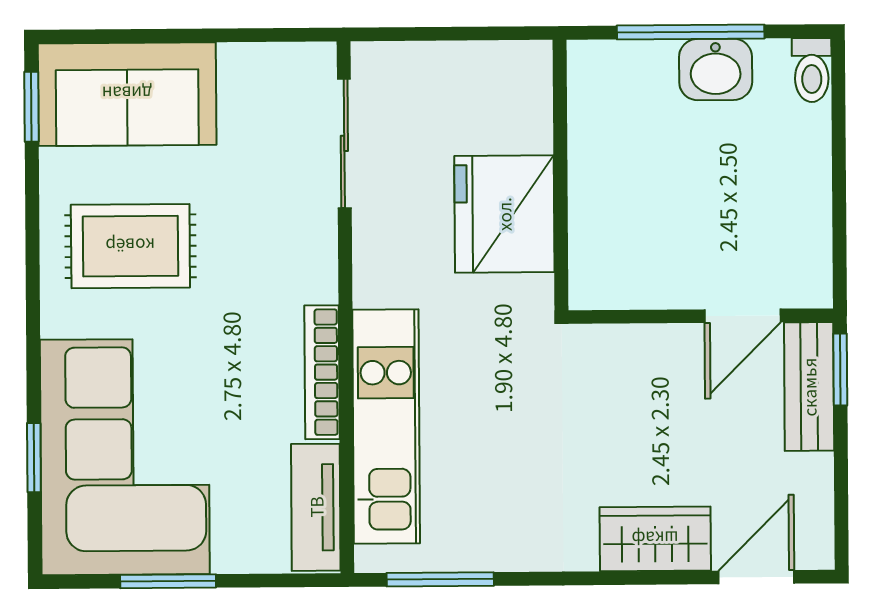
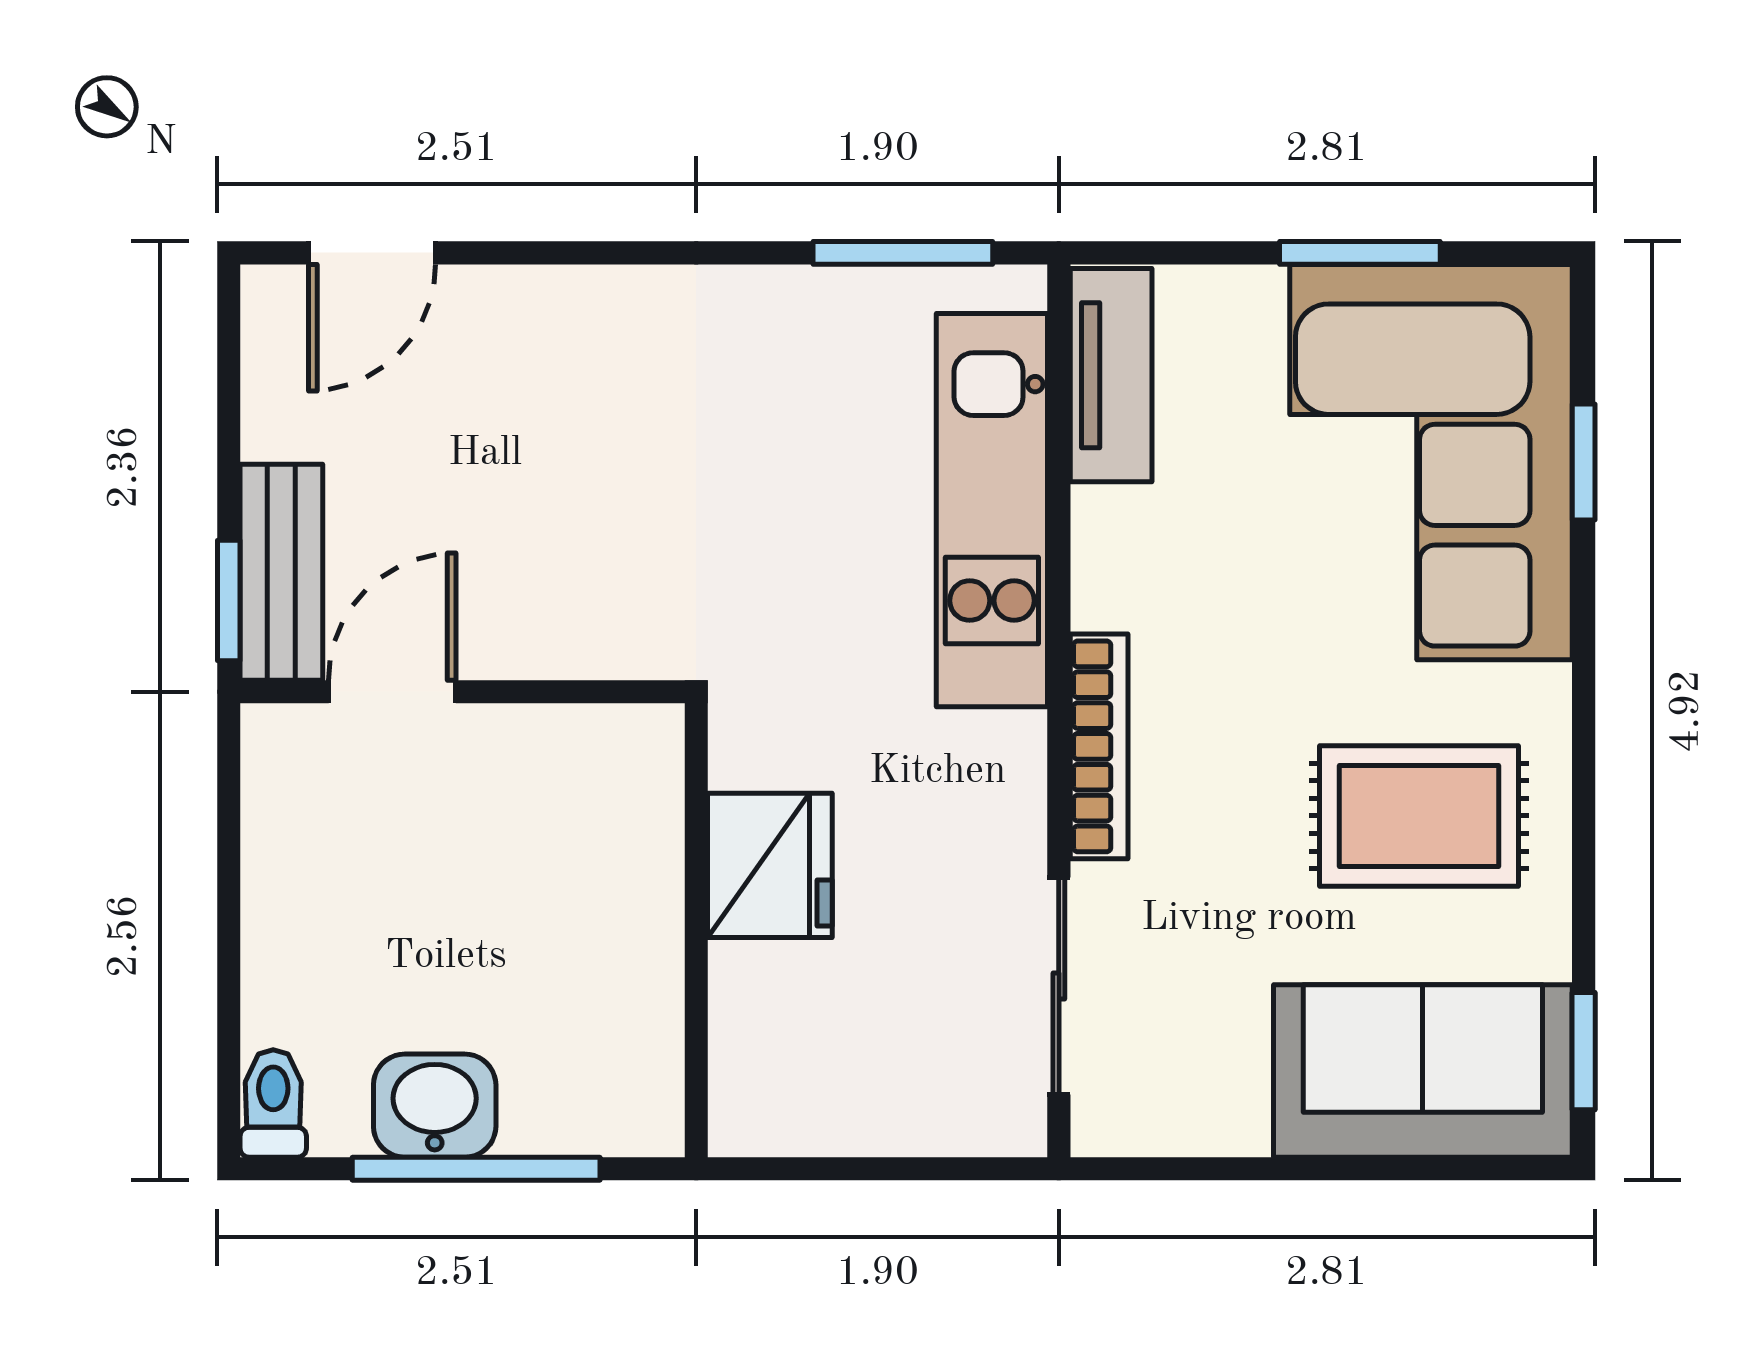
fridge: (504, 214) -> (770, 865), width x0.73, depth x0.75
bookcase: (322, 372) -> (1099, 746), moved
wardrobe: (655, 539) -> (541, 318), removed

